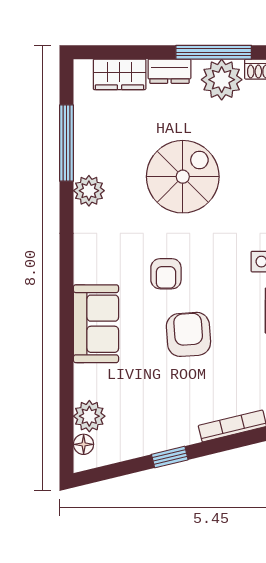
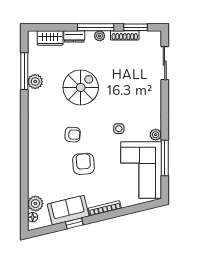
plant: (222, 80) -> (100, 36), width x0.53, depth x0.53
plant: (89, 191) -> (35, 82), moved
armchair: (166, 274) -> (73, 135), turned -86
sofa: (96, 324) -> (68, 210), moved, turned -104

